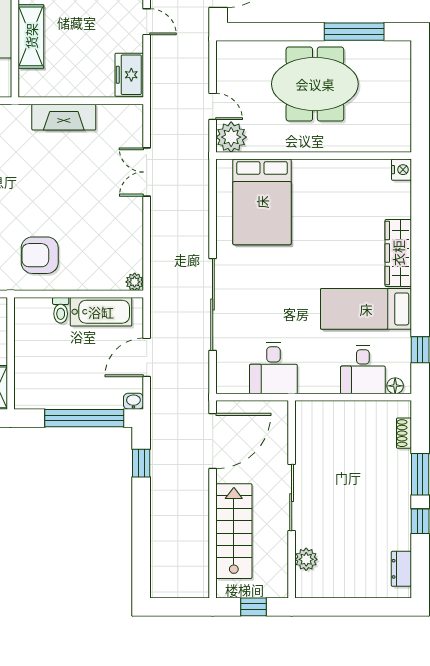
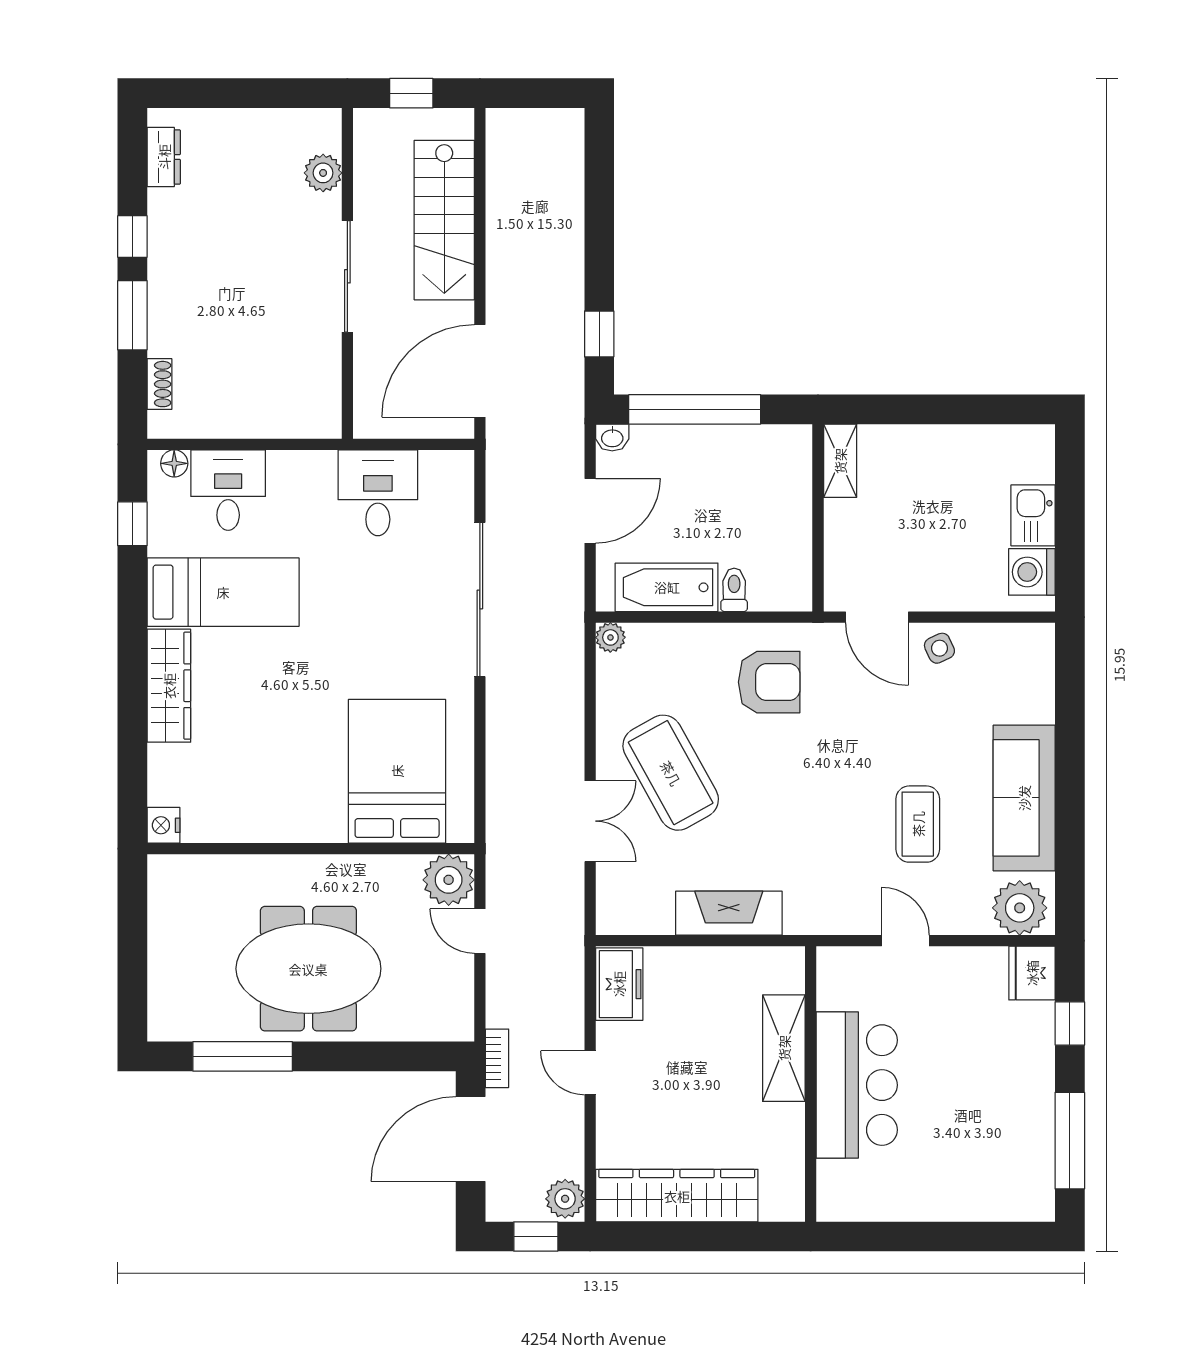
bookcase: (202, 30) -> (497, 1058), added
coffee table: (99, 201) -> (671, 773), added

